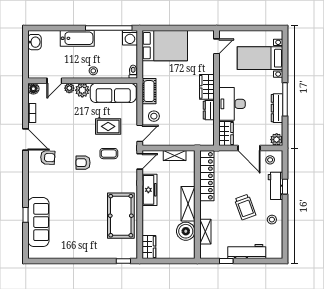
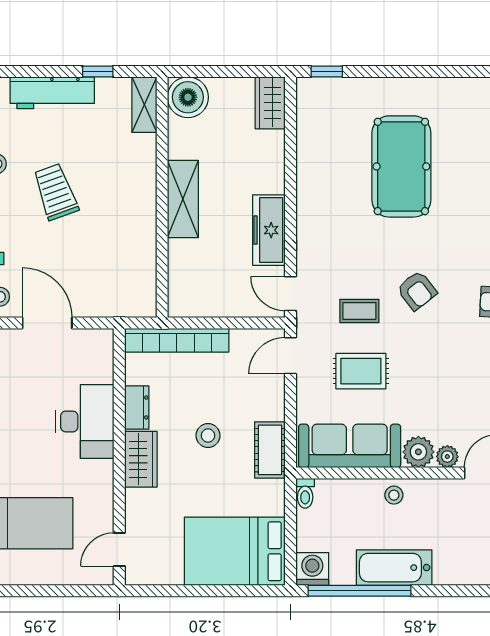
bathtub: (77, 38) -> (394, 568), moved
stool: (154, 116) -> (208, 436), moved
wardrobe: (226, 134) -> (98, 355), removed
bookcase: (191, 140) -> (177, 340), added
shelving: (175, 156) -> (213, 306), removed
door: (140, 161) -> (291, 294), hinge flipped
armchair: (83, 163) -> (417, 291), turned 52
locker: (207, 176) -> (141, 261), removed
pool table: (121, 216) -> (401, 166), moved
boiler: (186, 231) -> (188, 97), moved
shelving: (205, 232) -> (144, 105), moved

